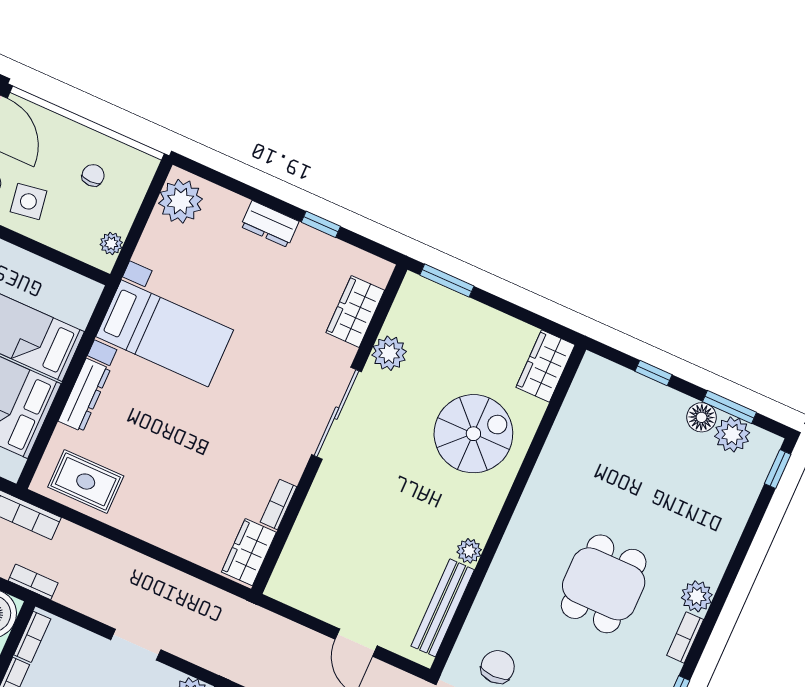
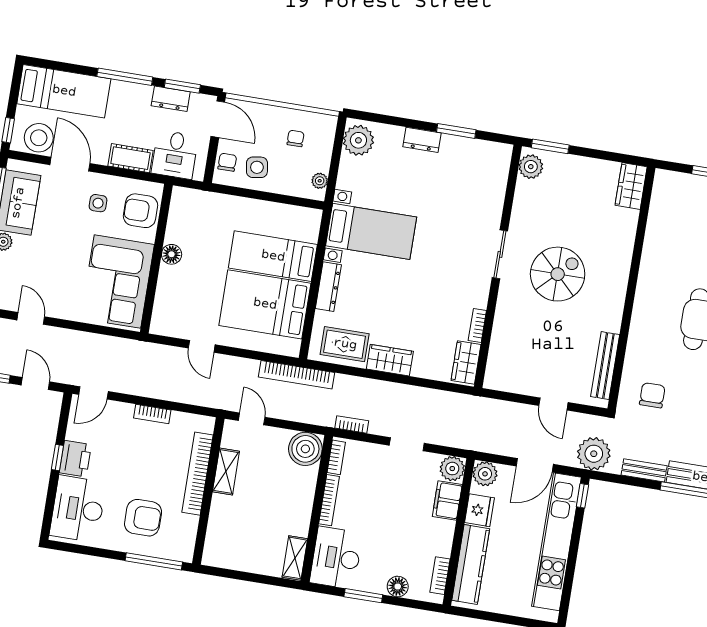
window: (321, 224) -> (456, 131), width x1.50
wardrobe: (355, 311) -> (390, 360), moved, turned 90
plant: (389, 353) -> (531, 167), moved
sliding door: (336, 413) -> (500, 254), width x0.73
spiral stairs: (473, 434) -> (558, 274), moved
plant: (469, 551) -> (613, 323), removed
bookcase: (33, 582) -> (352, 424), moved

